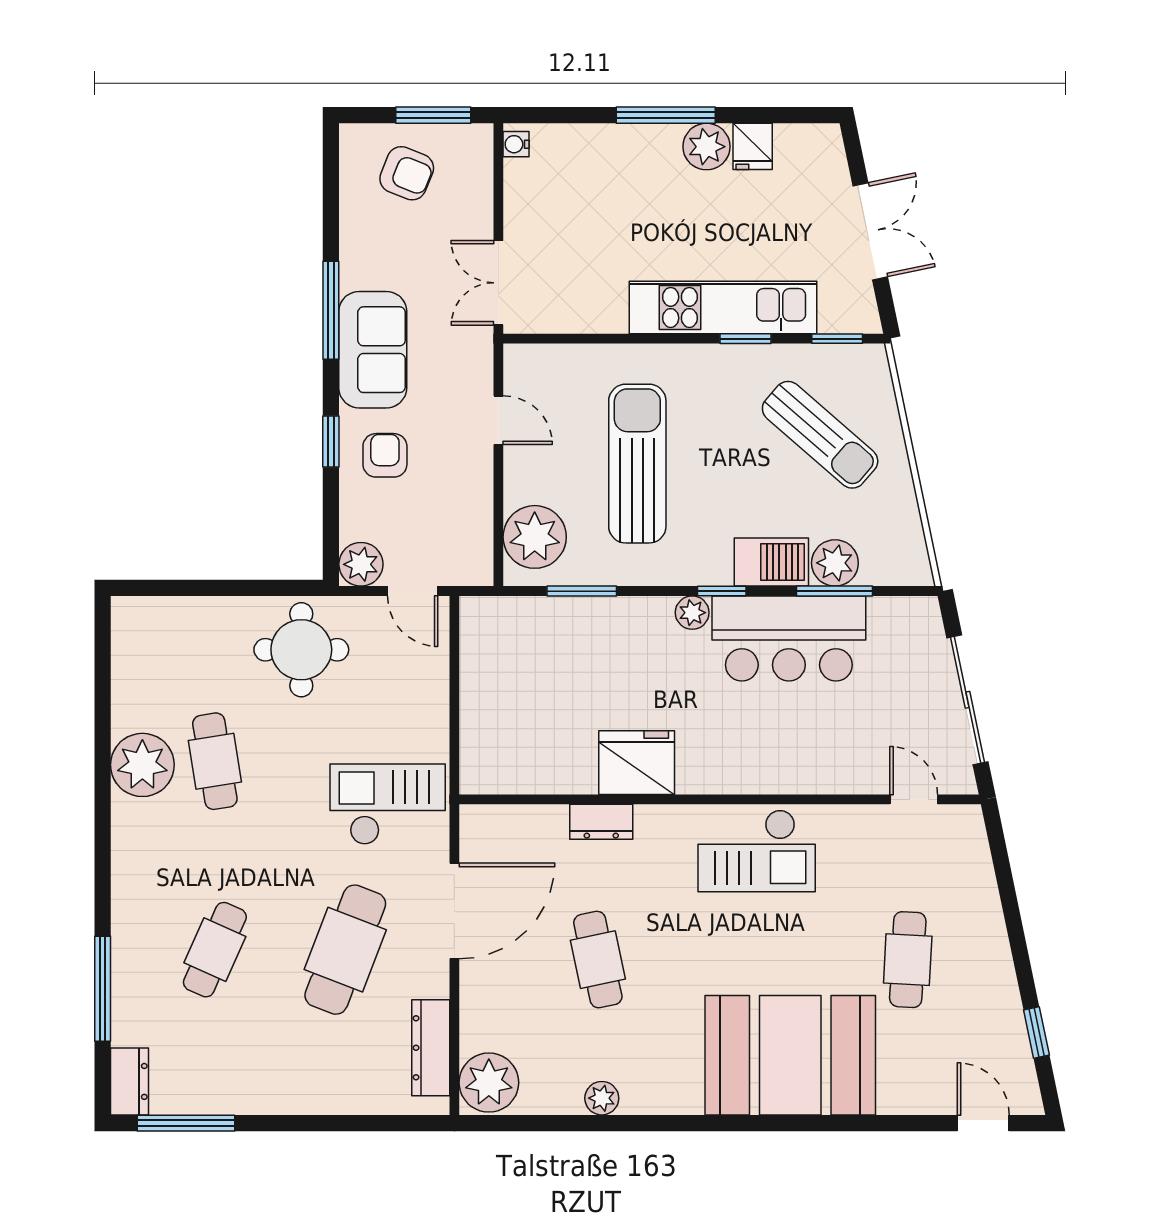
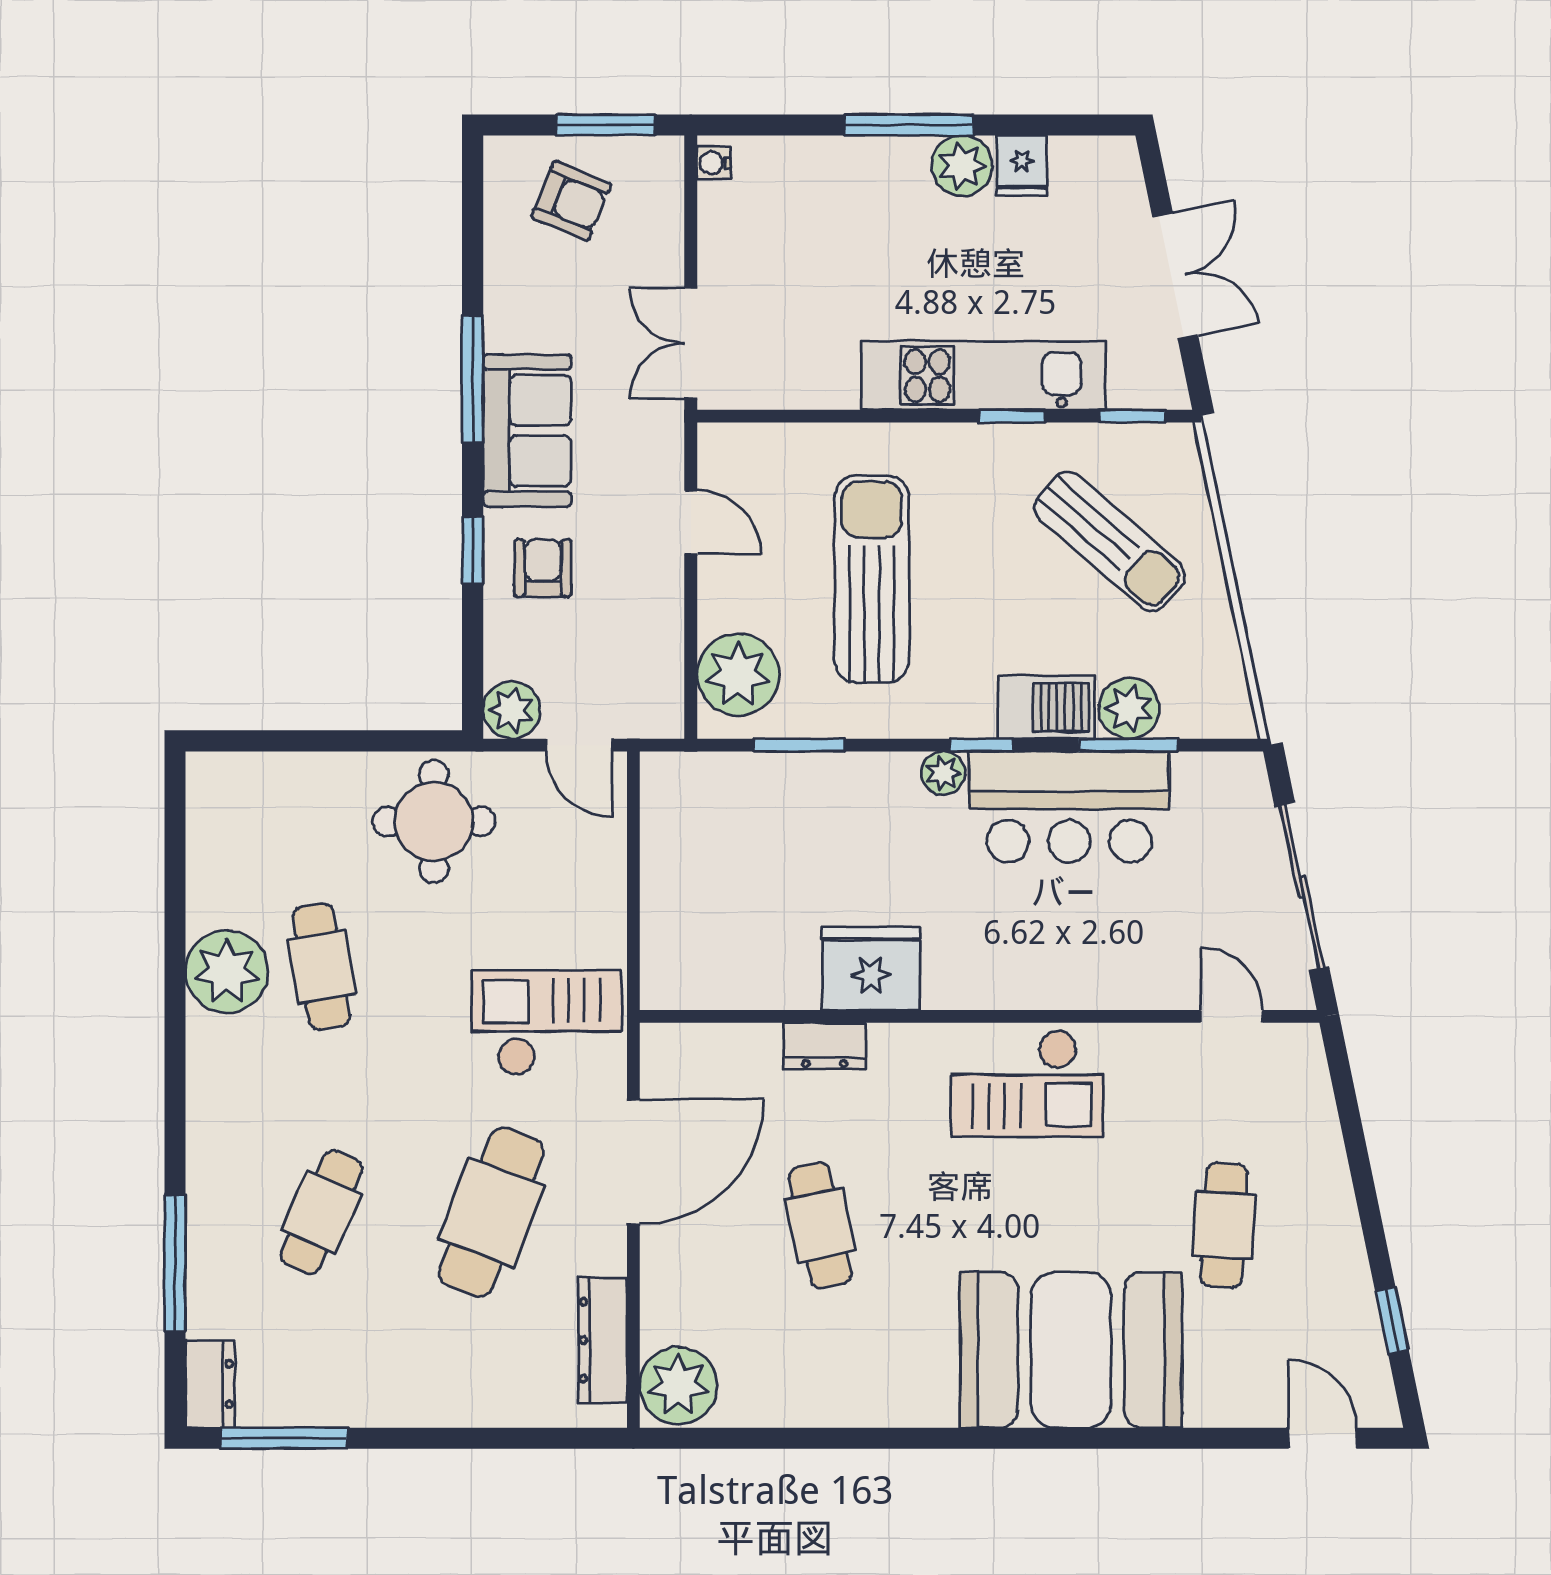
plant: (602, 1098) -> (825, 1406), removed

